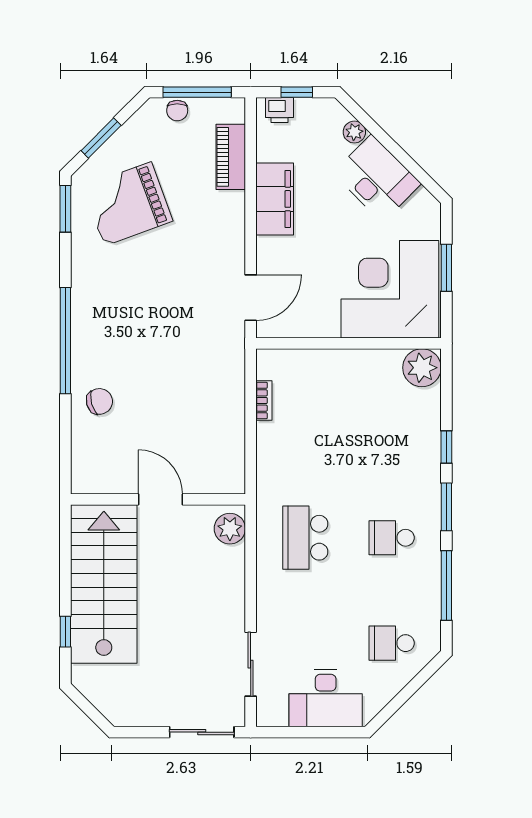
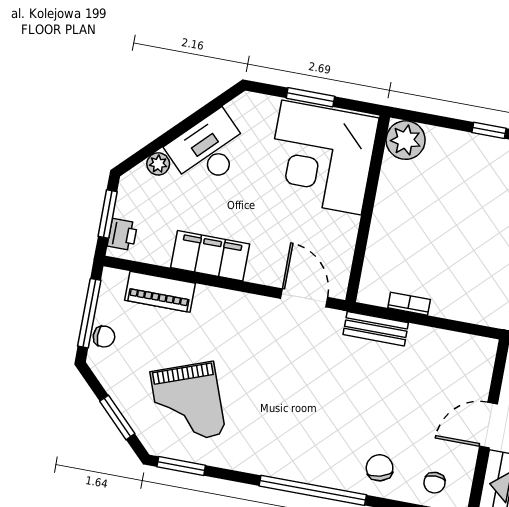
window: (297, 92) -> (108, 214), width x1.50
bench: (234, 373) -> (376, 329), added
chair: (95, 457) -> (435, 483), added

